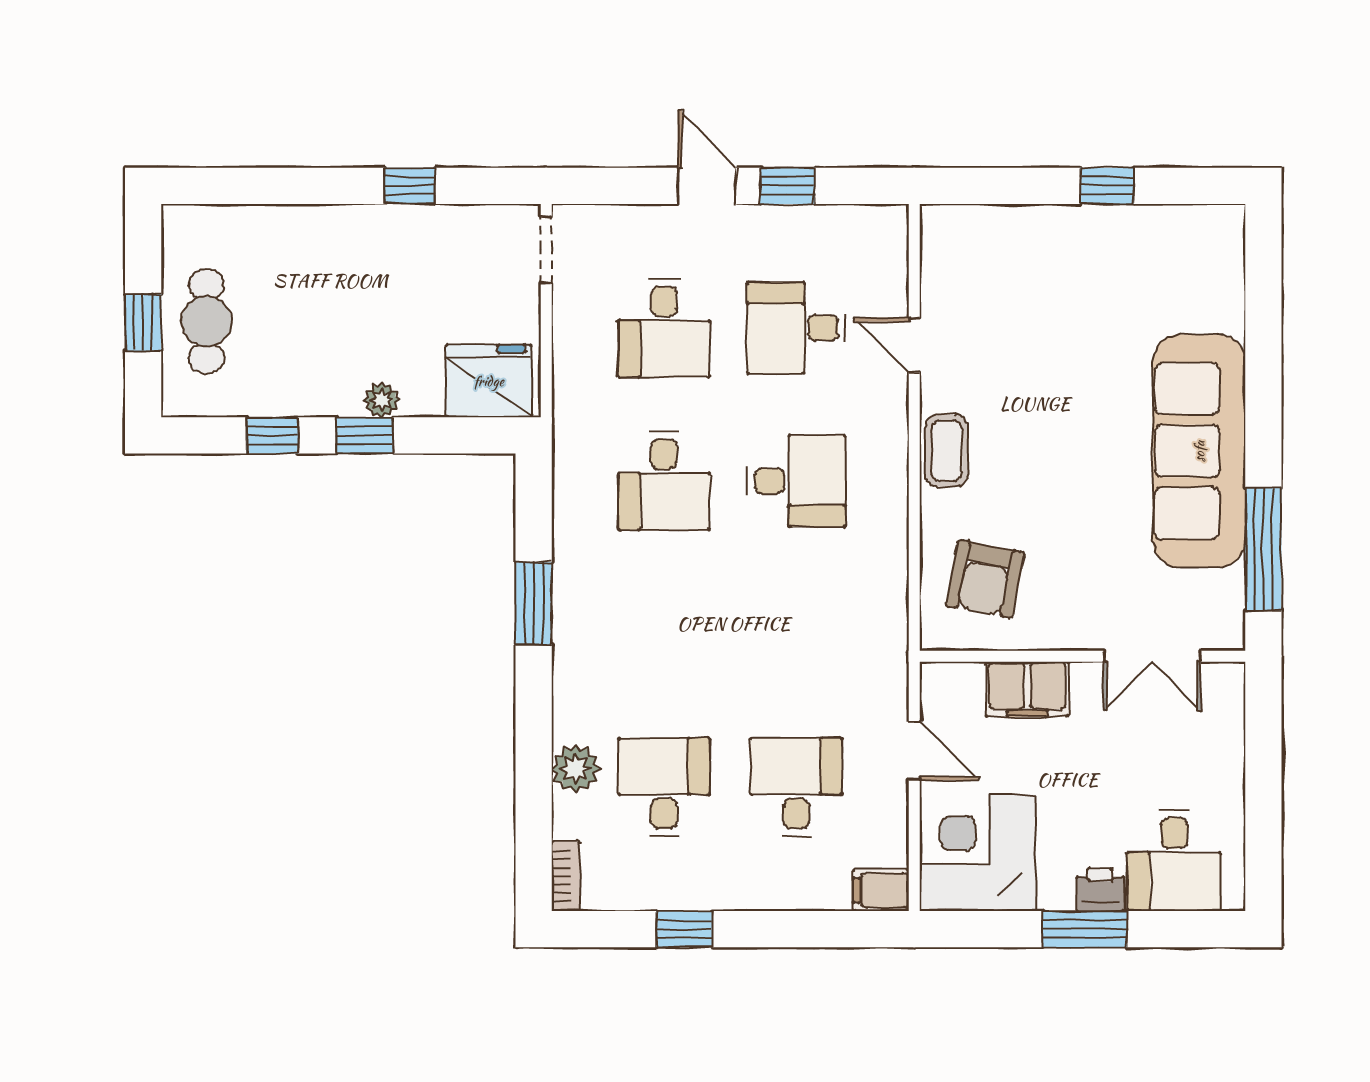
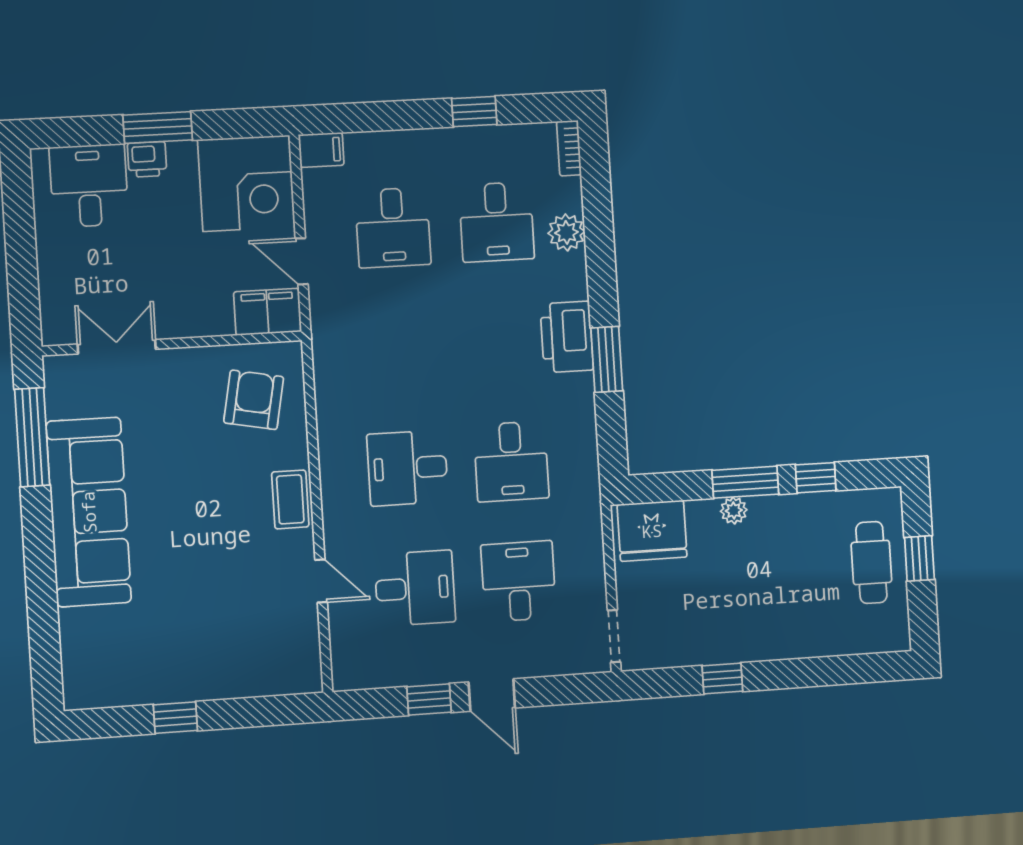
window: (364, 435) -> (745, 482), width x1.50
desk: (664, 481) -> (511, 461), turned 180
printer: (583, 635) -> (567, 337), added
filing cabinet: (1027, 689) -> (268, 312), moved

